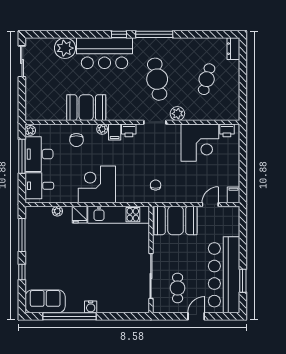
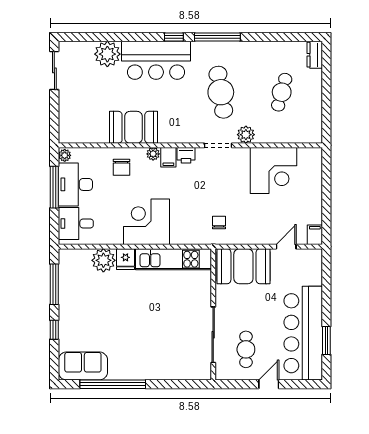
printer: (227, 130) -> (307, 155), removed
plant: (57, 211) -> (103, 260), width x1.88, depth x1.88
water cooler: (91, 307) -> (139, 373), removed

